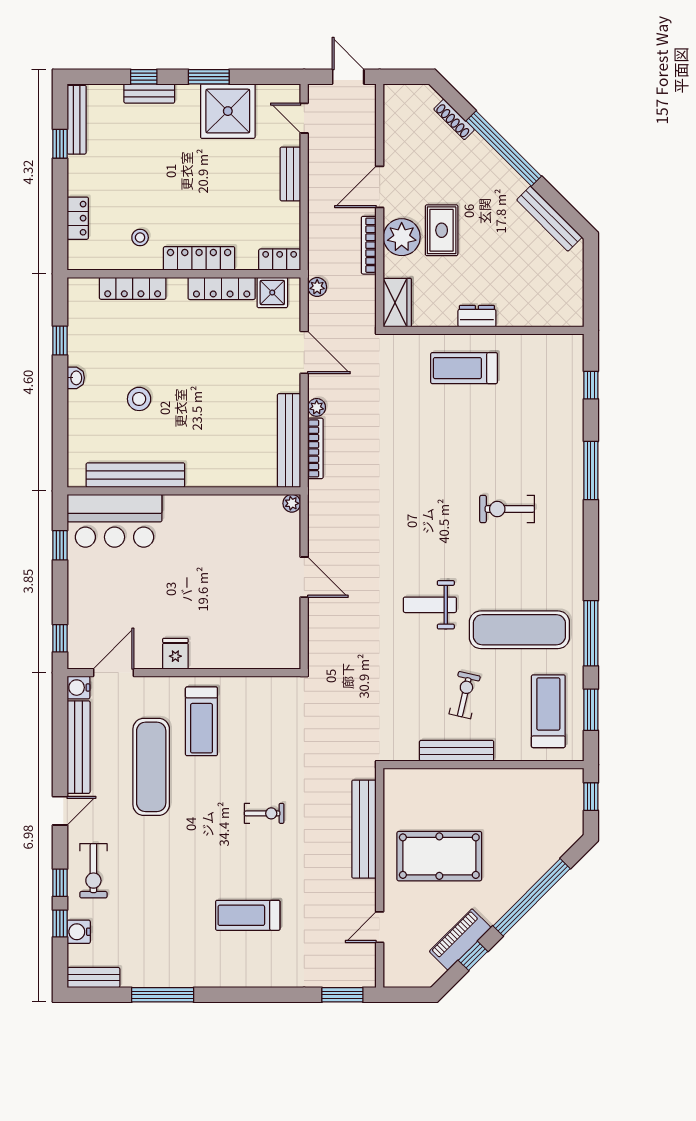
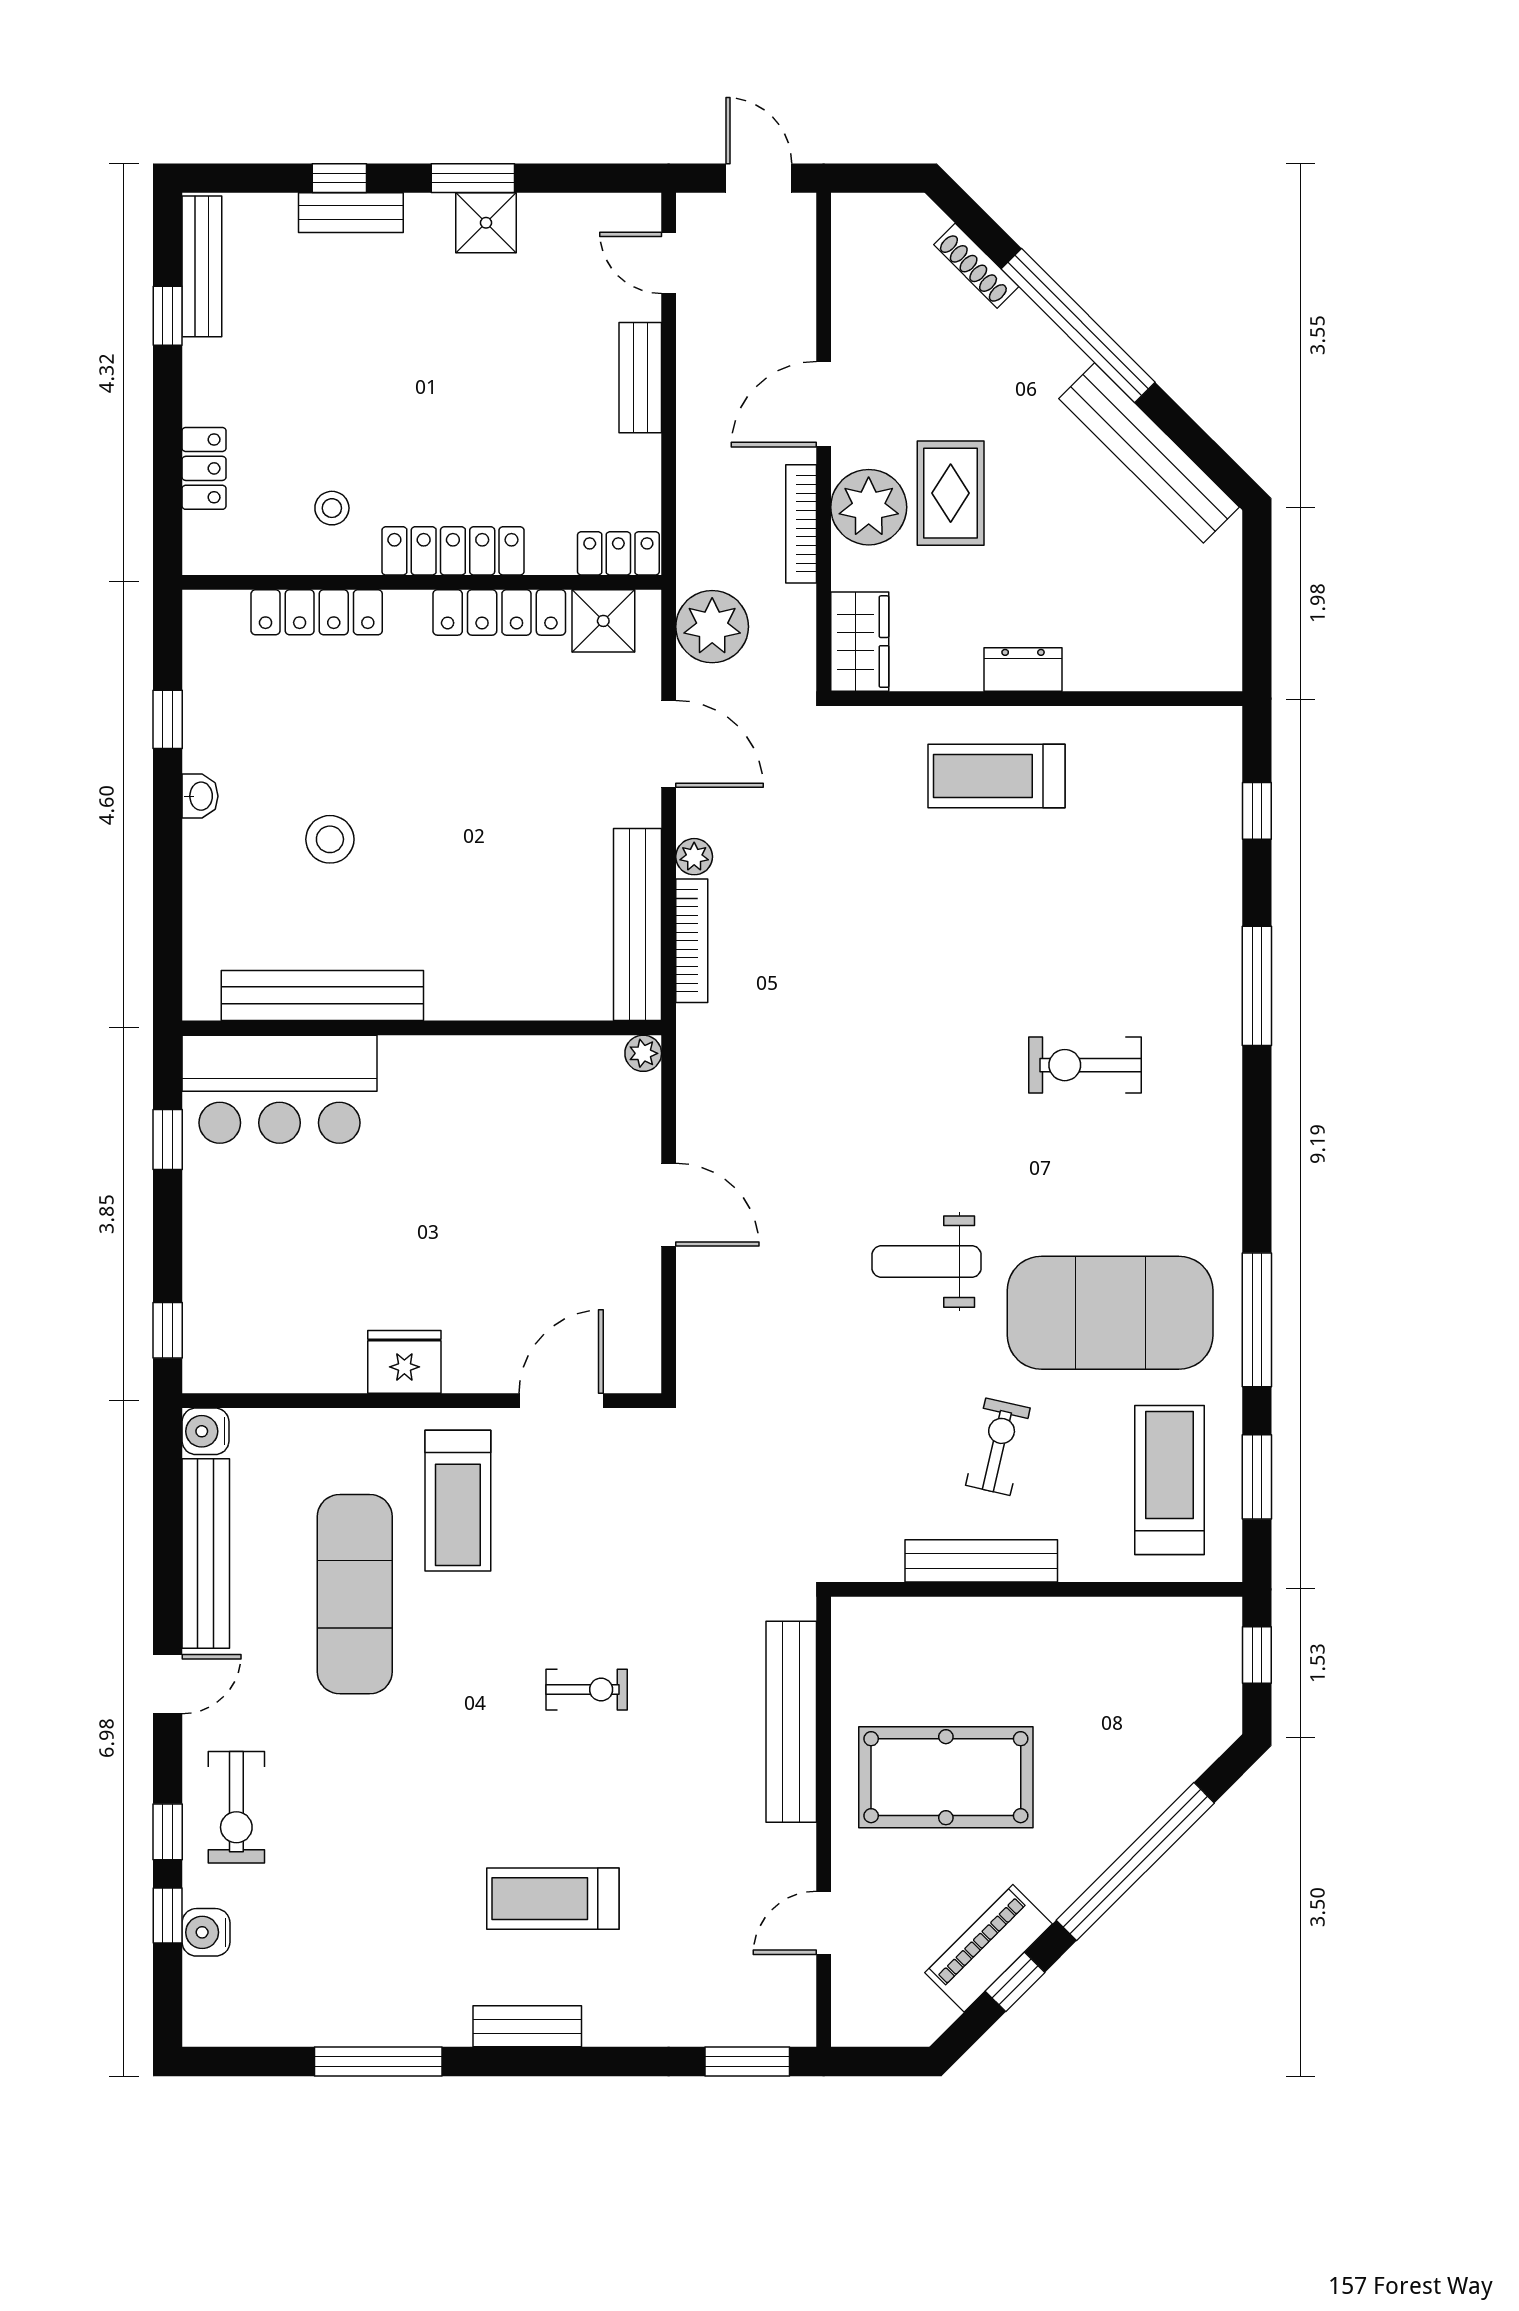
shower: (228, 111) -> (486, 223), width x0.54, depth x0.54
bench: (549, 219) -> (1149, 453), width x1.37, depth x1.21
plant: (317, 287) -> (712, 627), width x1.88, depth x1.88
exercise mat: (519, 630) -> (1110, 1313), width x1.47
fridge: (175, 654) -> (404, 1362), width x1.38
door: (113, 673) -> (561, 1401), moved
bench: (93, 978) -> (527, 2026), moved

